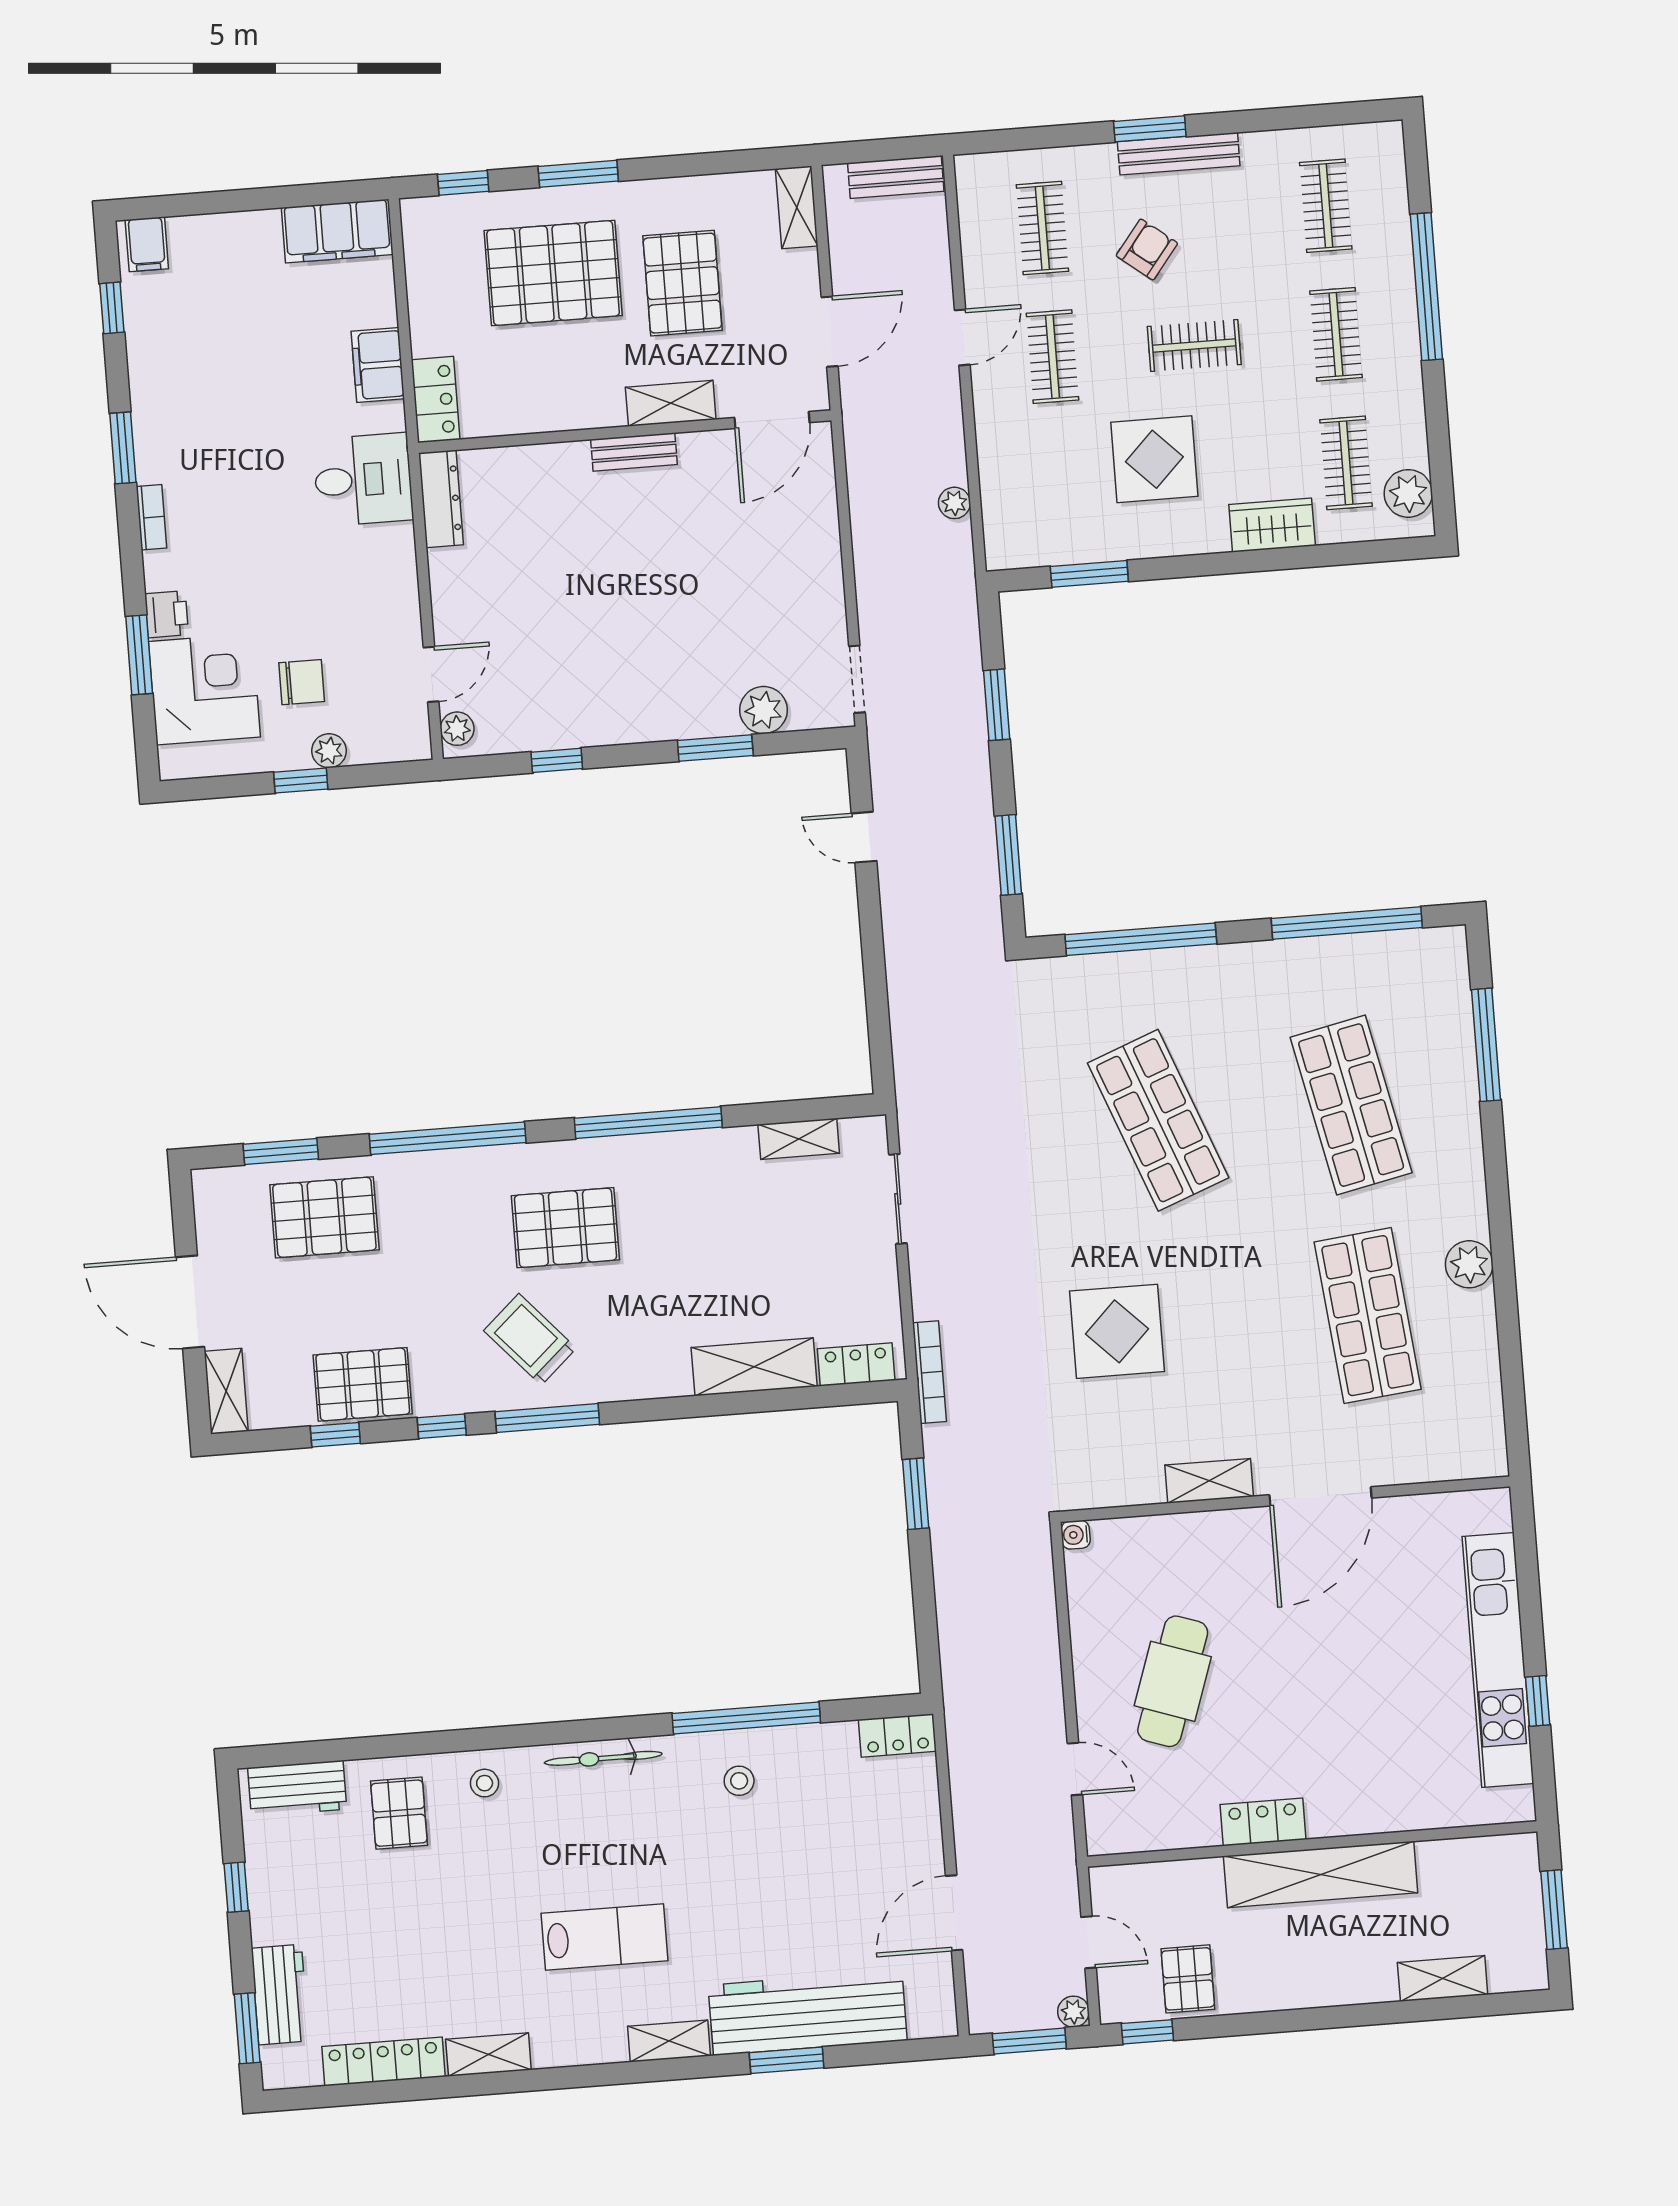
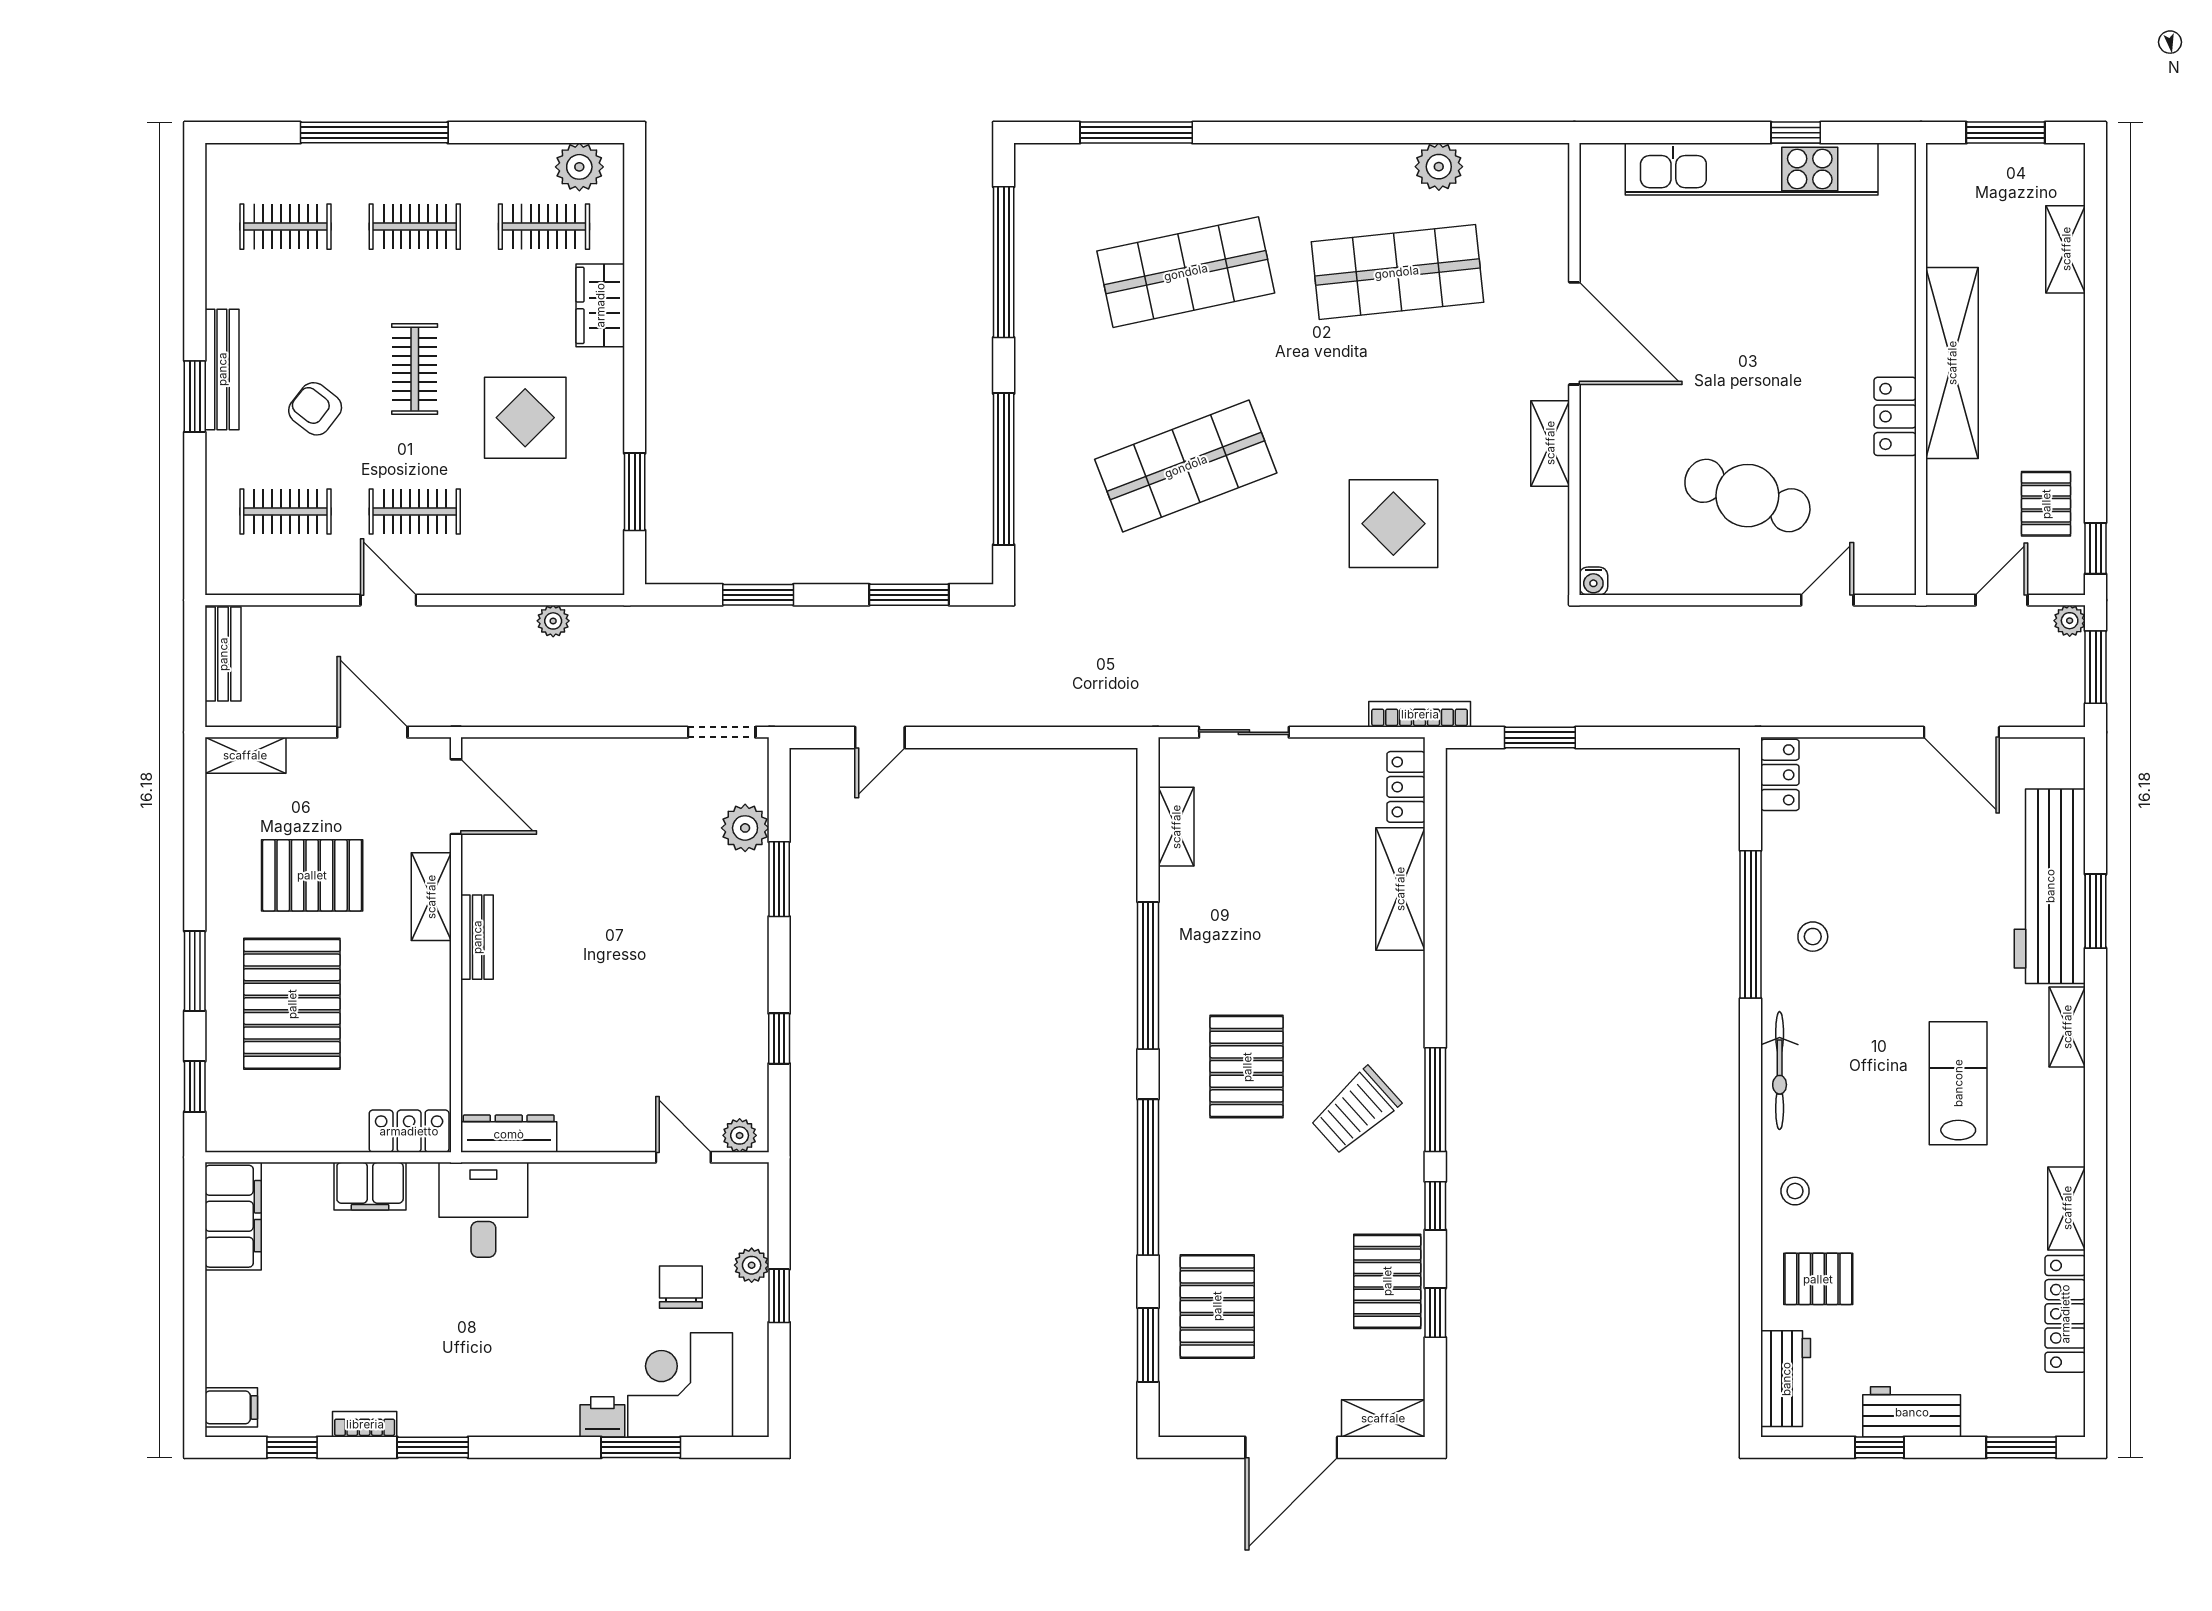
bookcase: (151, 517) -> (365, 1424), moved
plant: (1469, 1264) -> (1439, 167), moved
pallet: (1188, 1979) -> (2046, 504), turned 90
workbench: (280, 1995) -> (1912, 1412), moved

